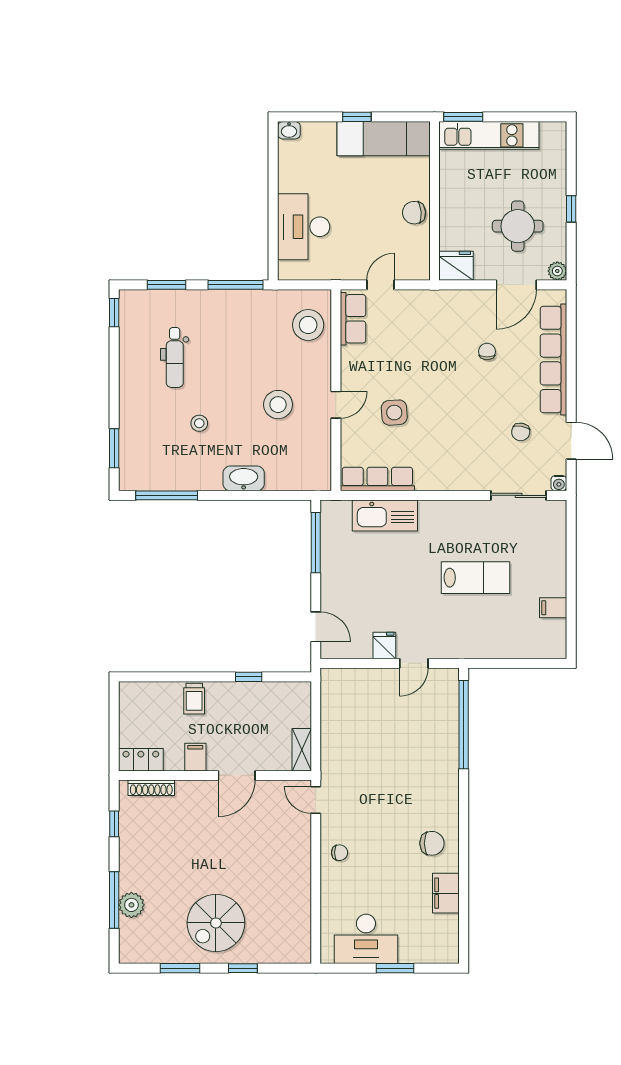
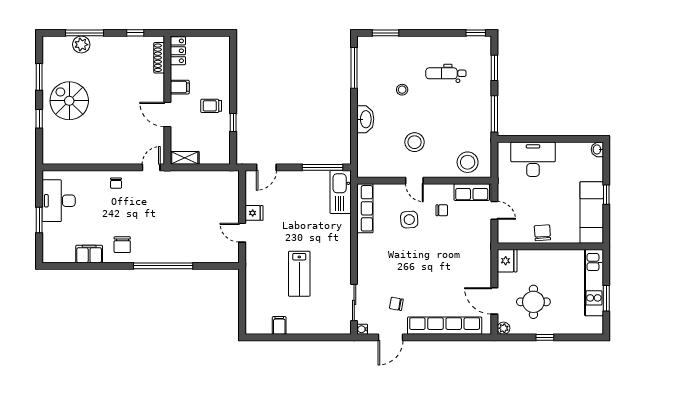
window: (463, 117) -> (606, 298), moved
chair: (487, 351) -> (442, 210), moved
kitchen sink: (385, 516) -> (341, 192), moved
trolley: (194, 699) -> (211, 106), moved
window: (464, 725) -> (163, 266), moved

